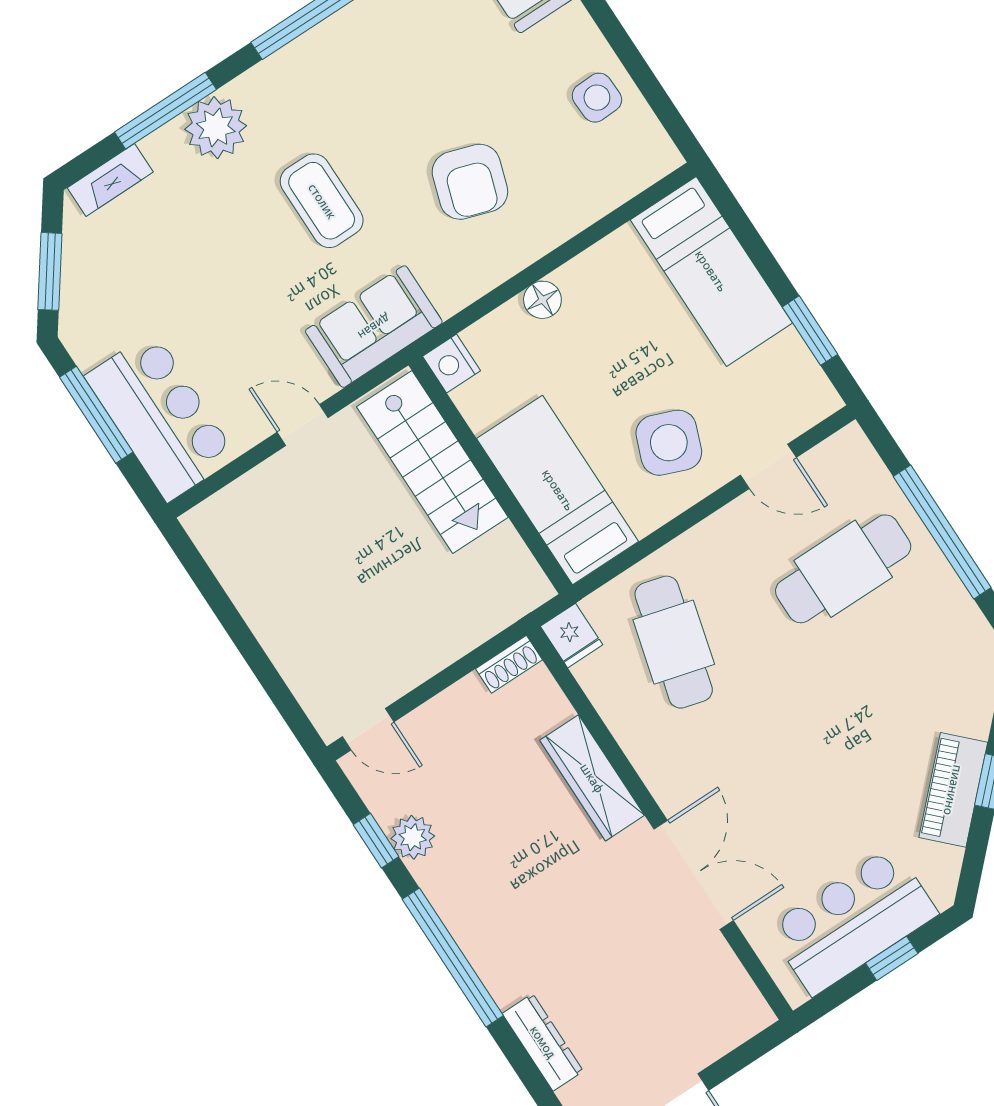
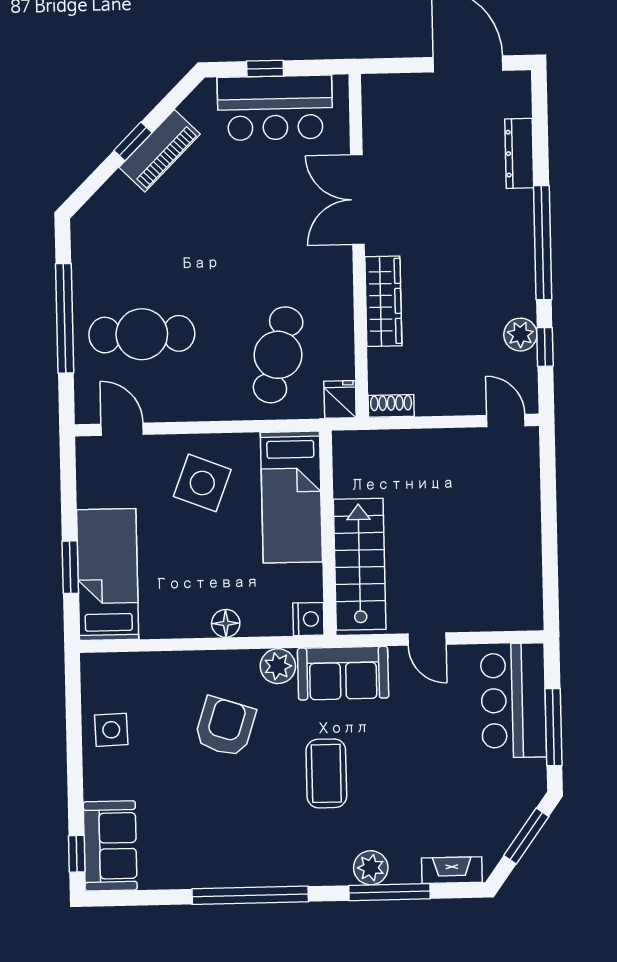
plant: (216, 128) -> (371, 868), width x0.73, depth x0.73
plant: (453, 288) -> (278, 666), added
window: (810, 331) -> (70, 567), moved
door: (768, 466) -> (122, 429), moved

